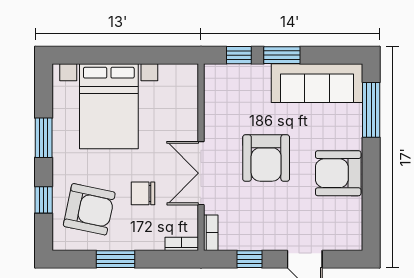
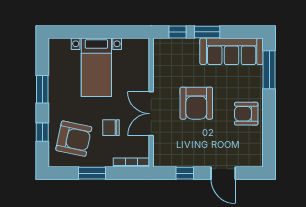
bed with nightstands: (109, 106) -> (96, 67), width x0.73
armchair: (338, 173) -> (246, 114), width x0.73, depth x0.73
bookcase: (211, 233) -> (158, 155), removed
bookcase: (182, 244) -> (131, 163), width x1.56

